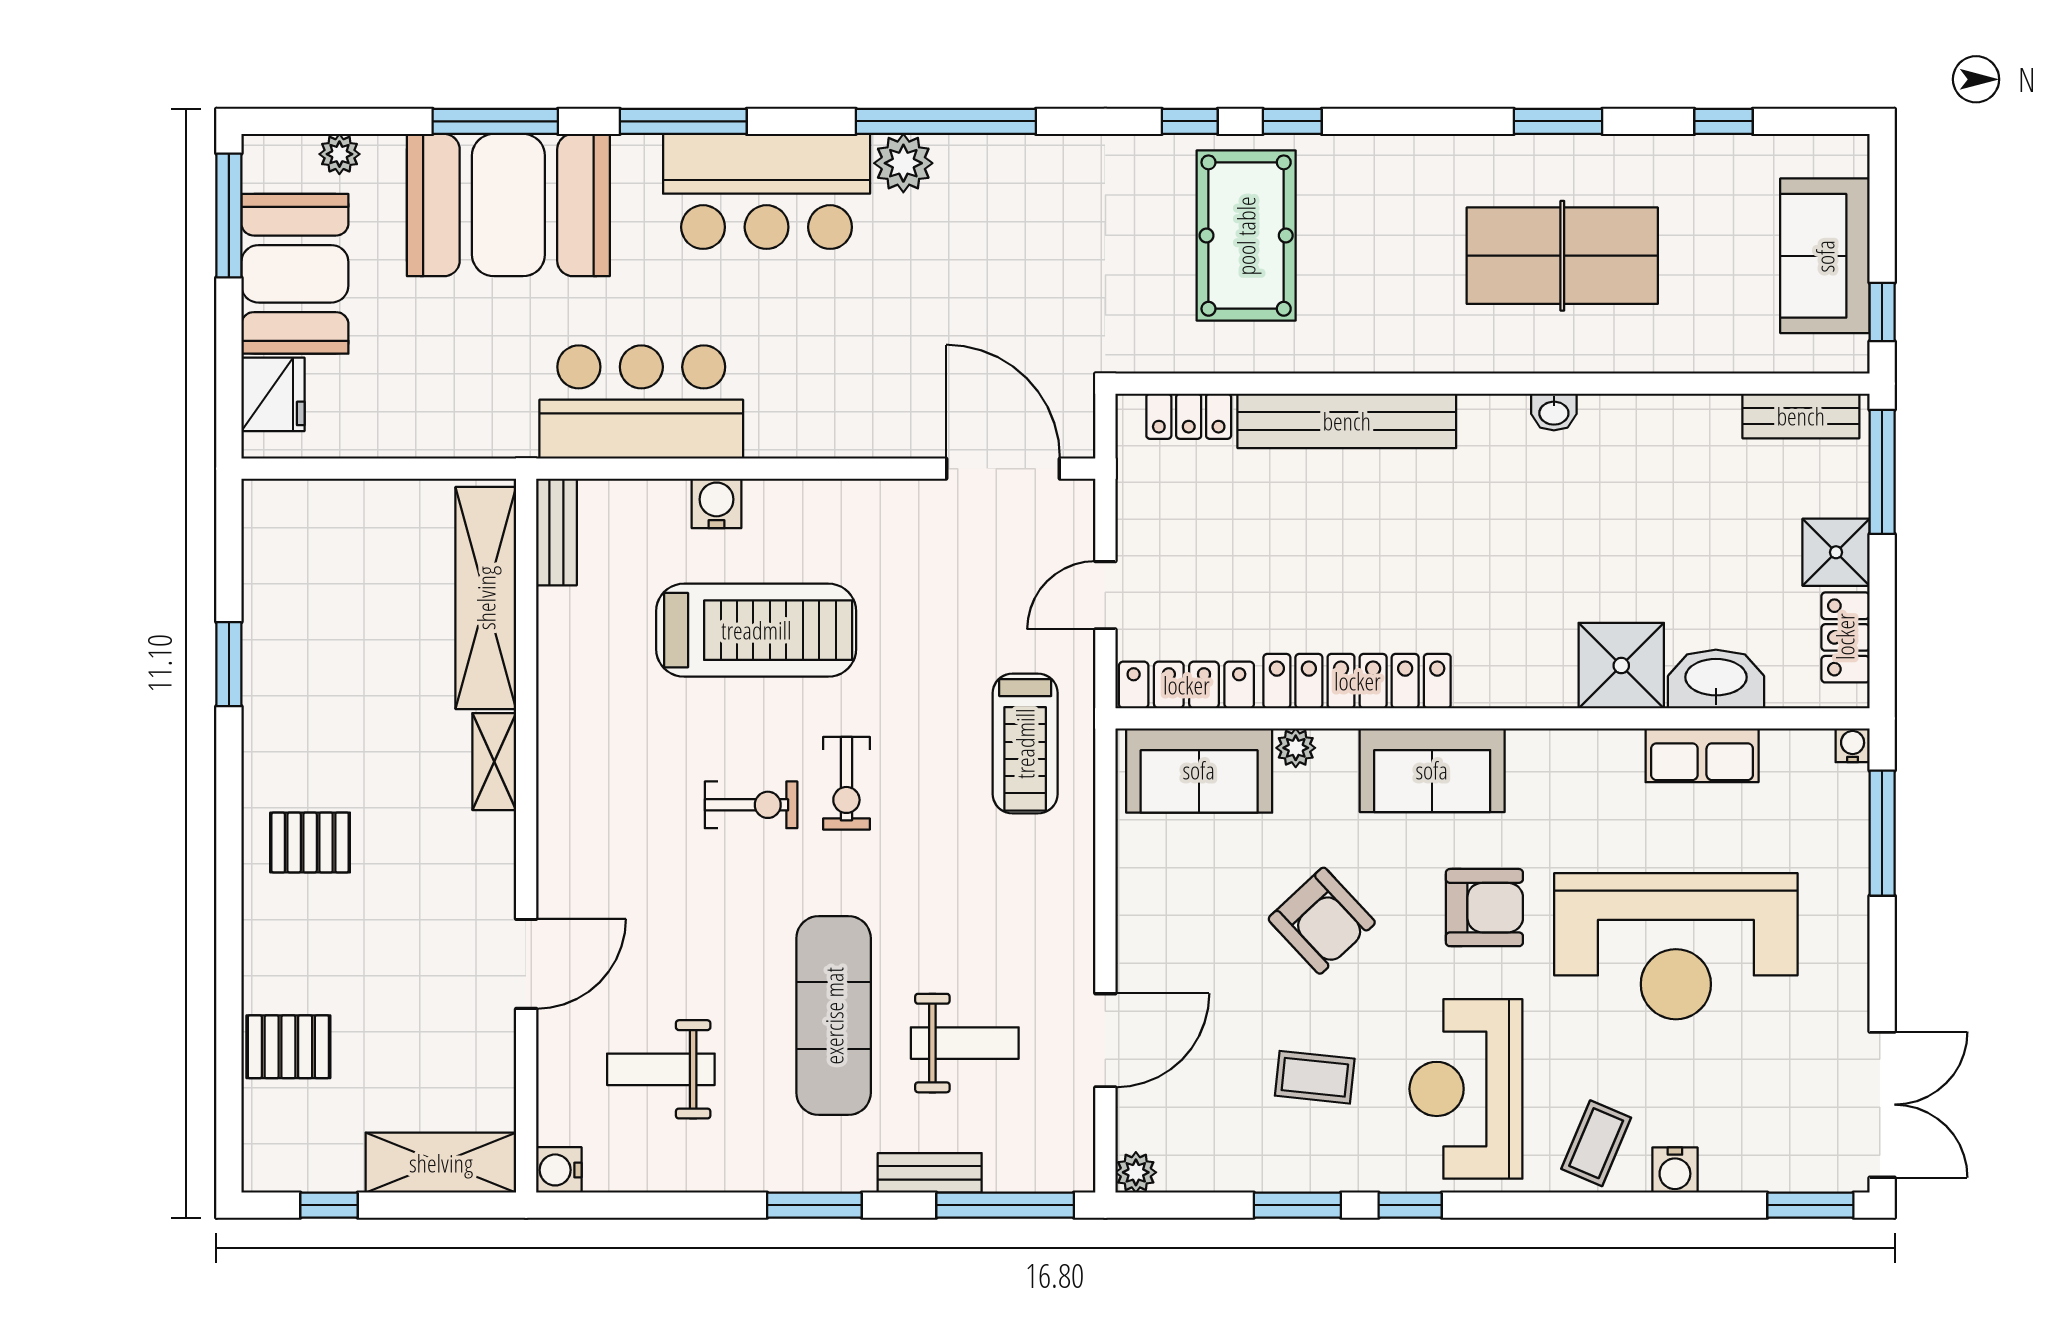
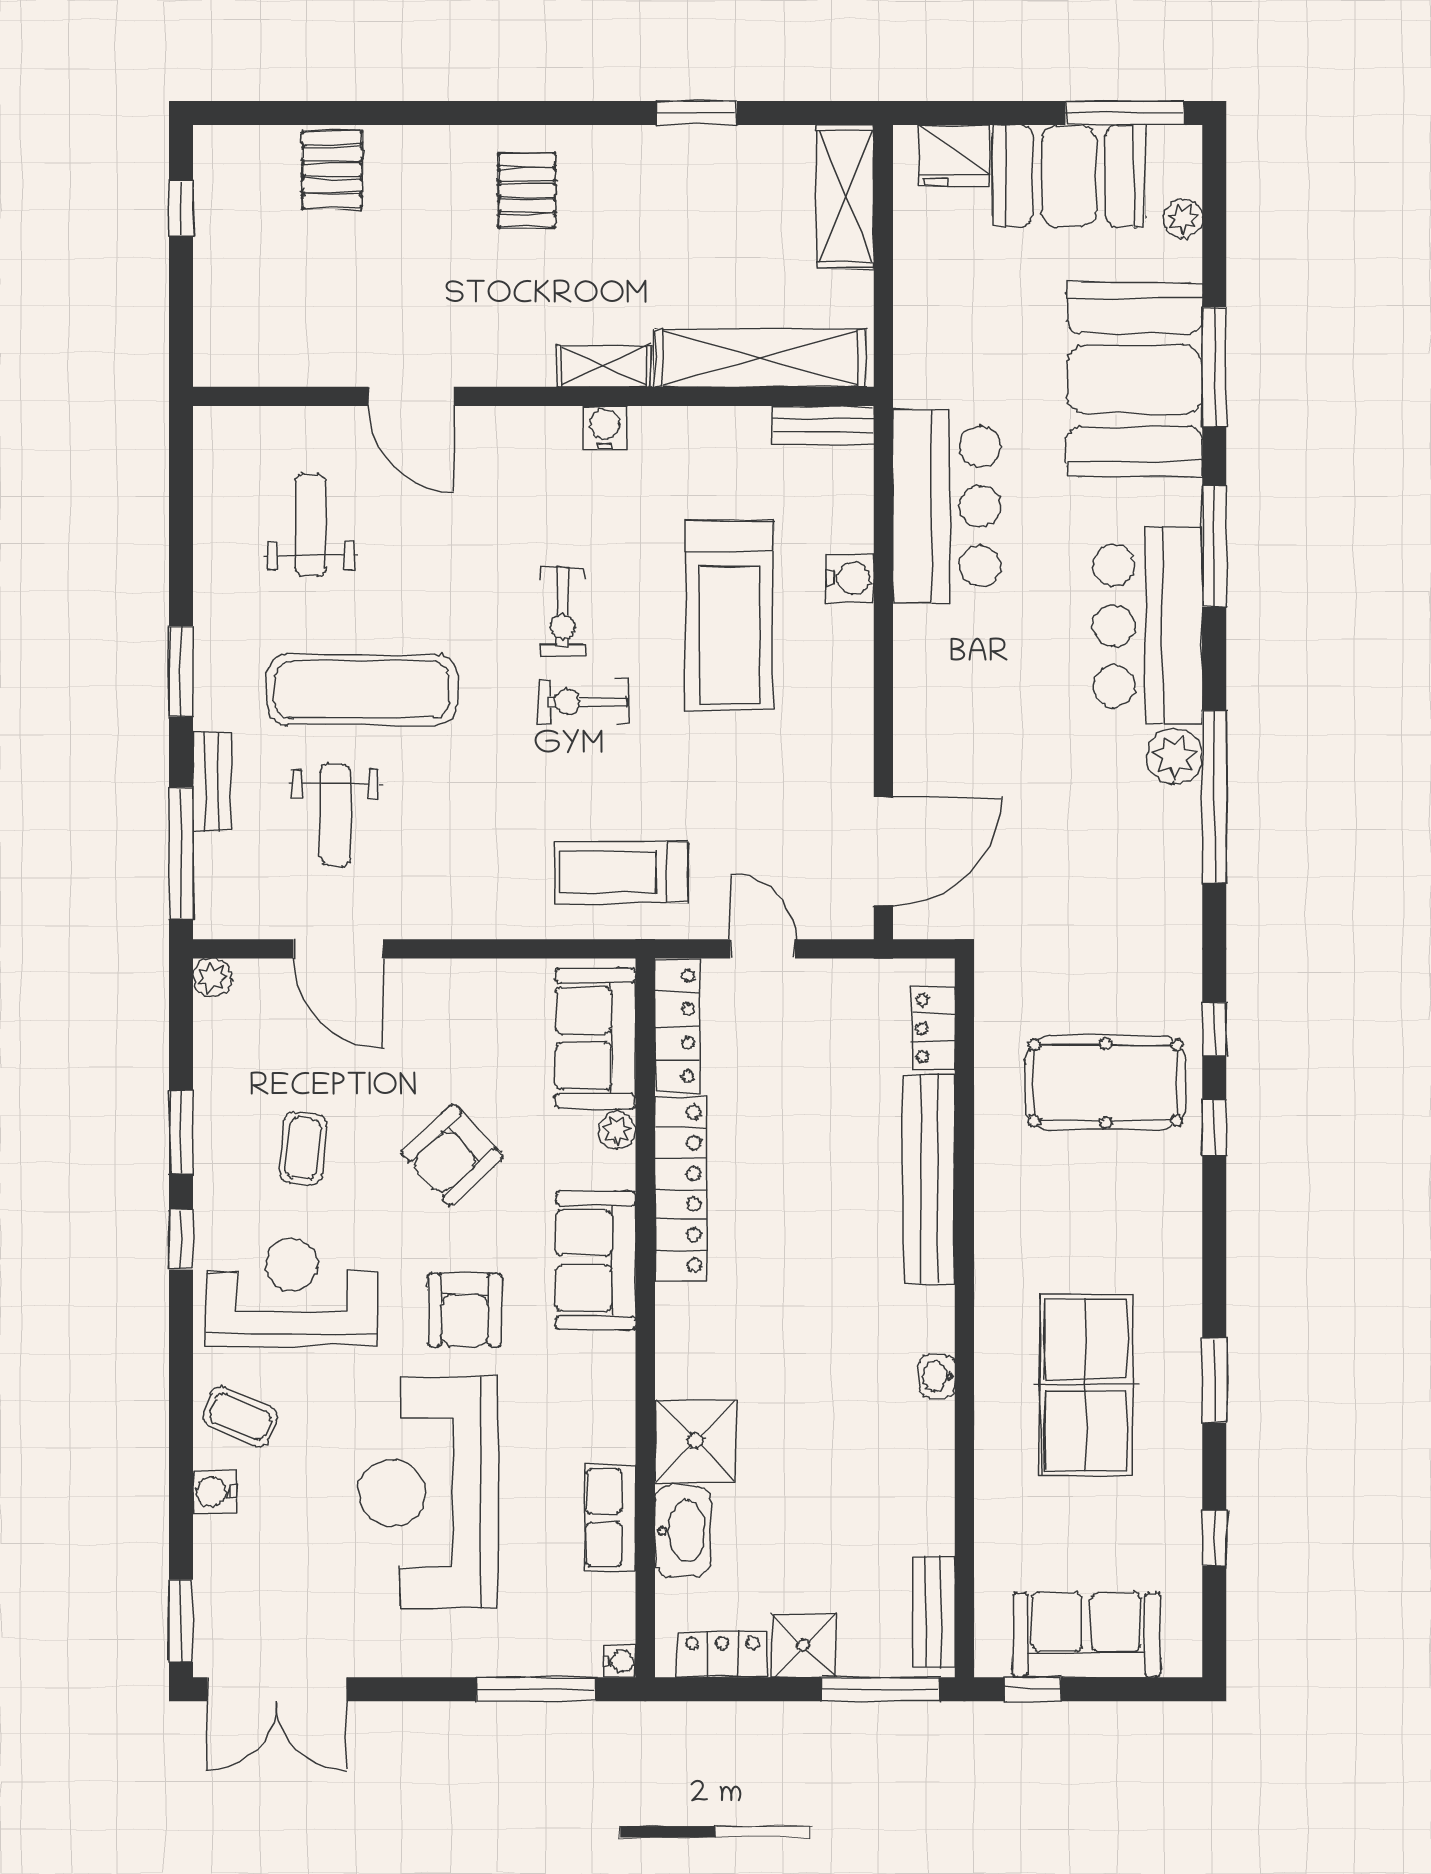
shelving: (441, 1163) -> (845, 197), moved
water cooler: (559, 1170) -> (605, 428), moved

